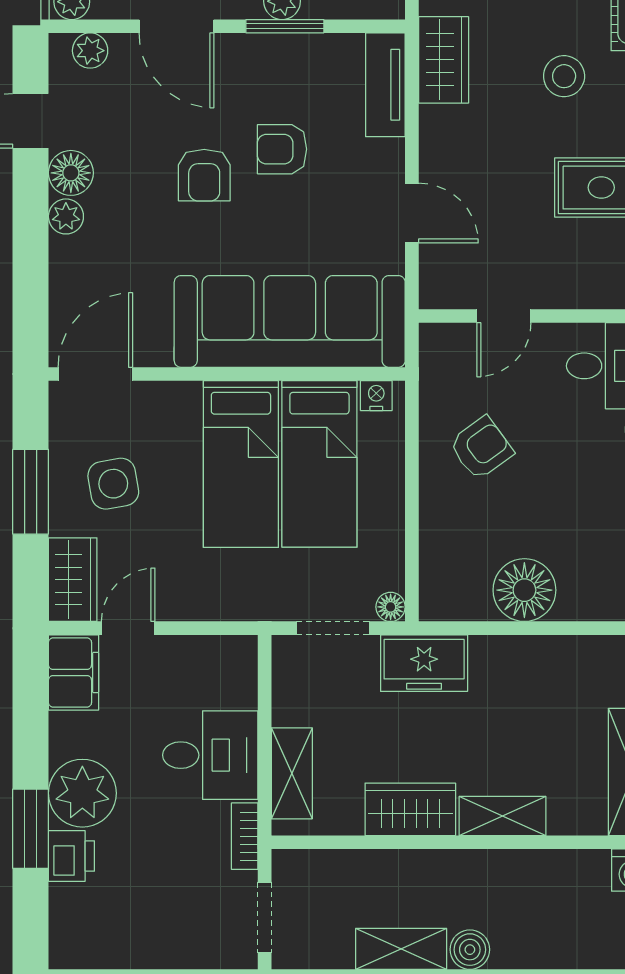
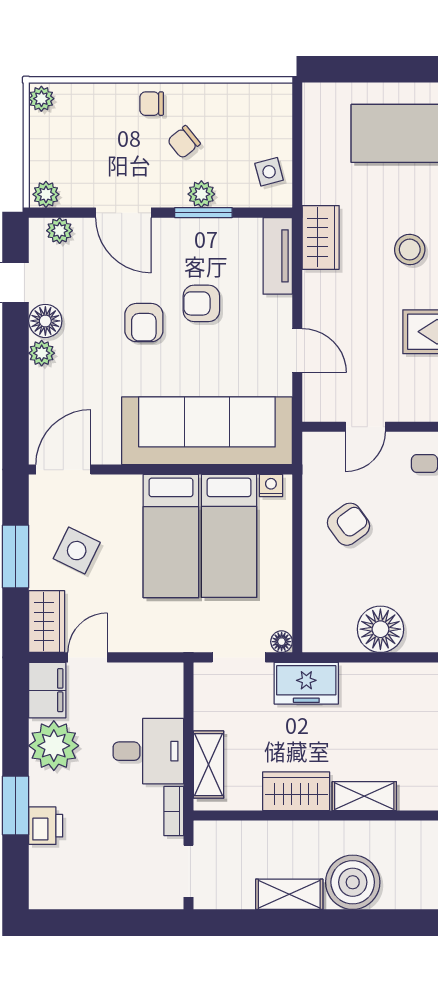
side table: (113, 484) -> (77, 551), turned 36
plant: (82, 793) -> (54, 746), moved
boiler: (470, 950) -> (353, 882), width x1.86, depth x1.86

